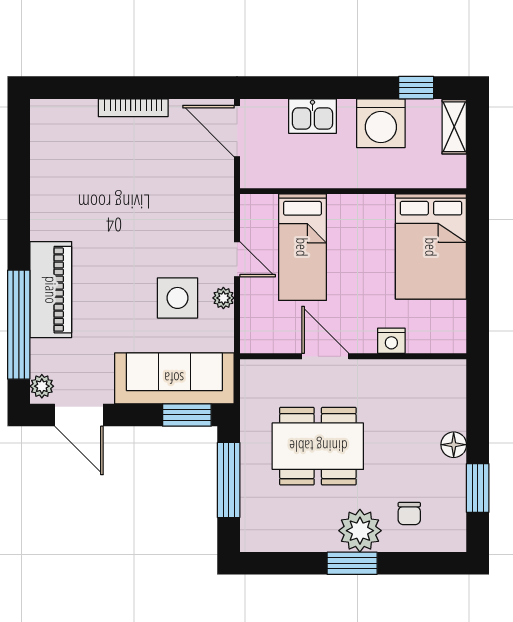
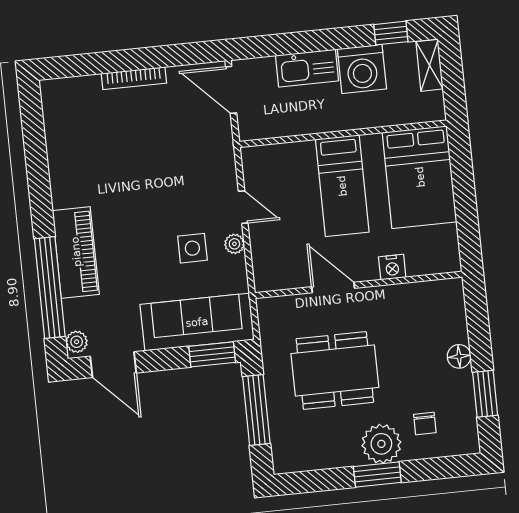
kitchen sink: (313, 116) -> (307, 68), width x1.38
bed: (302, 247) -> (342, 186), moved
side table: (177, 298) -> (192, 248), width x0.73, depth x0.73

